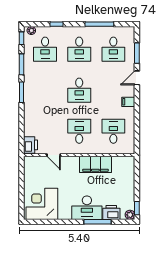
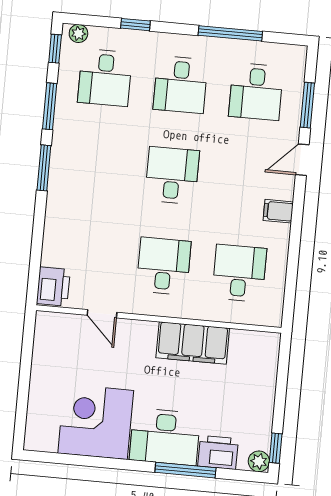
desk: (79, 90) -> (172, 175), turned 180
corner desk: (42, 204) -> (96, 422), moved

